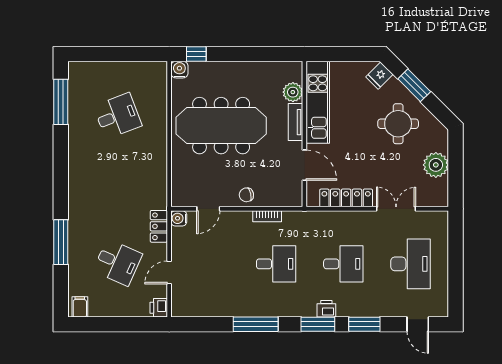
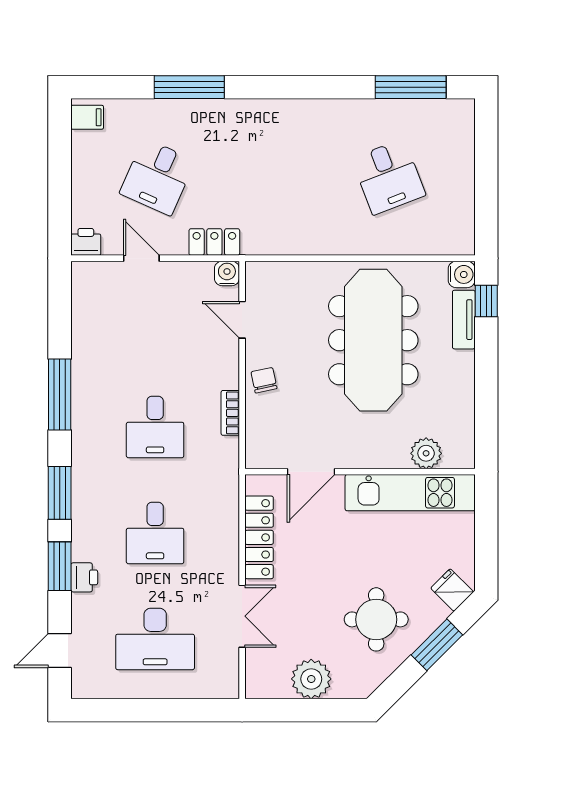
tv unit: (295, 122) -> (464, 320), moved, turned -90
printer: (326, 309) -> (84, 577), moved

